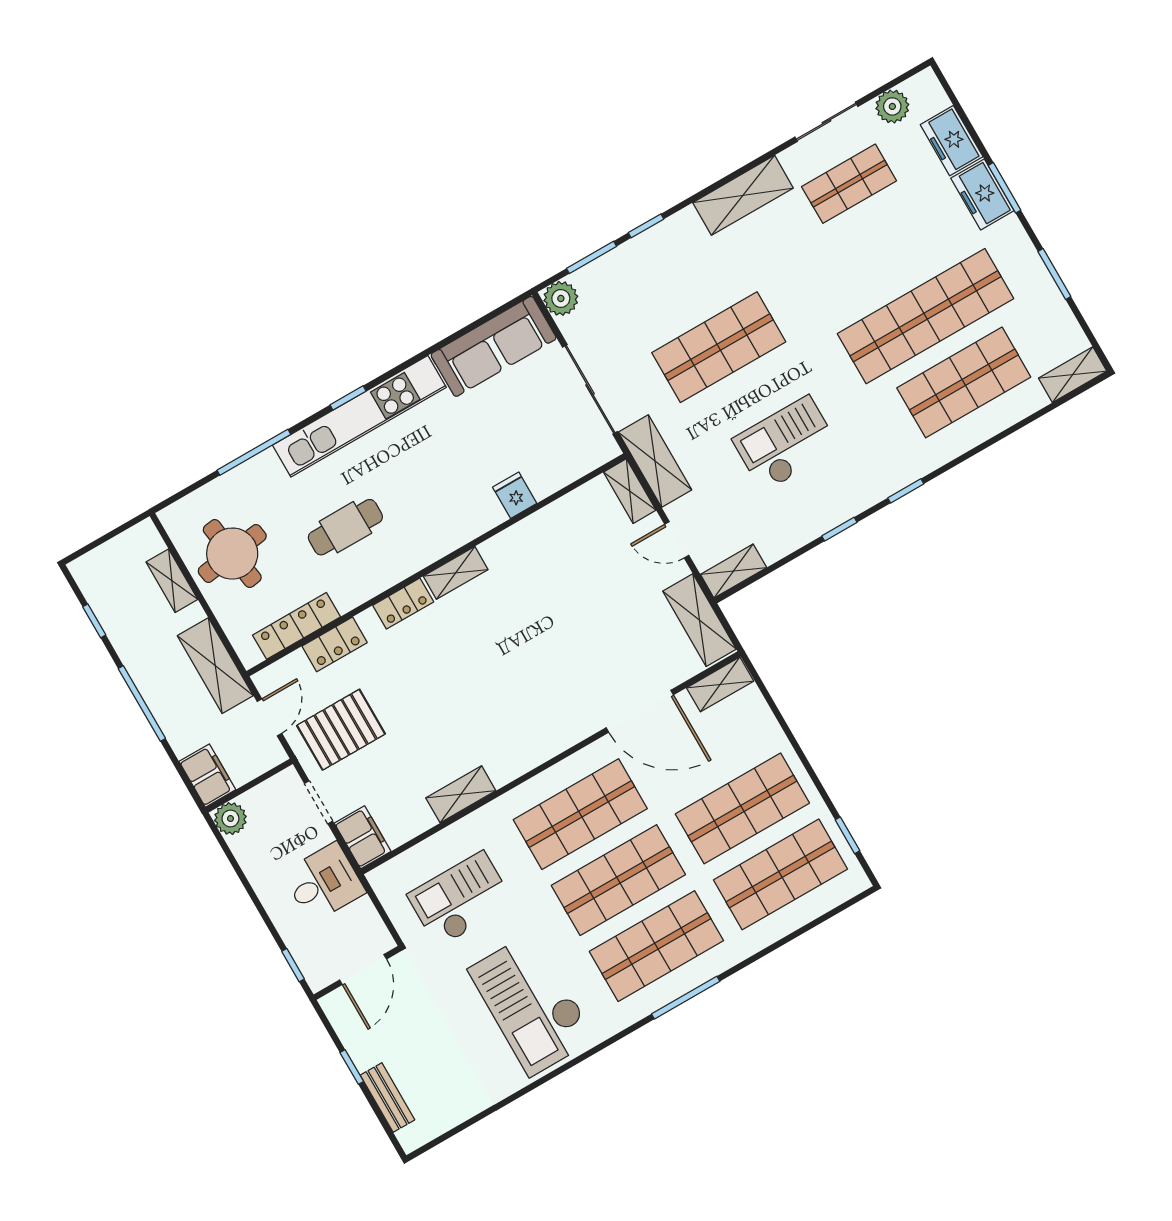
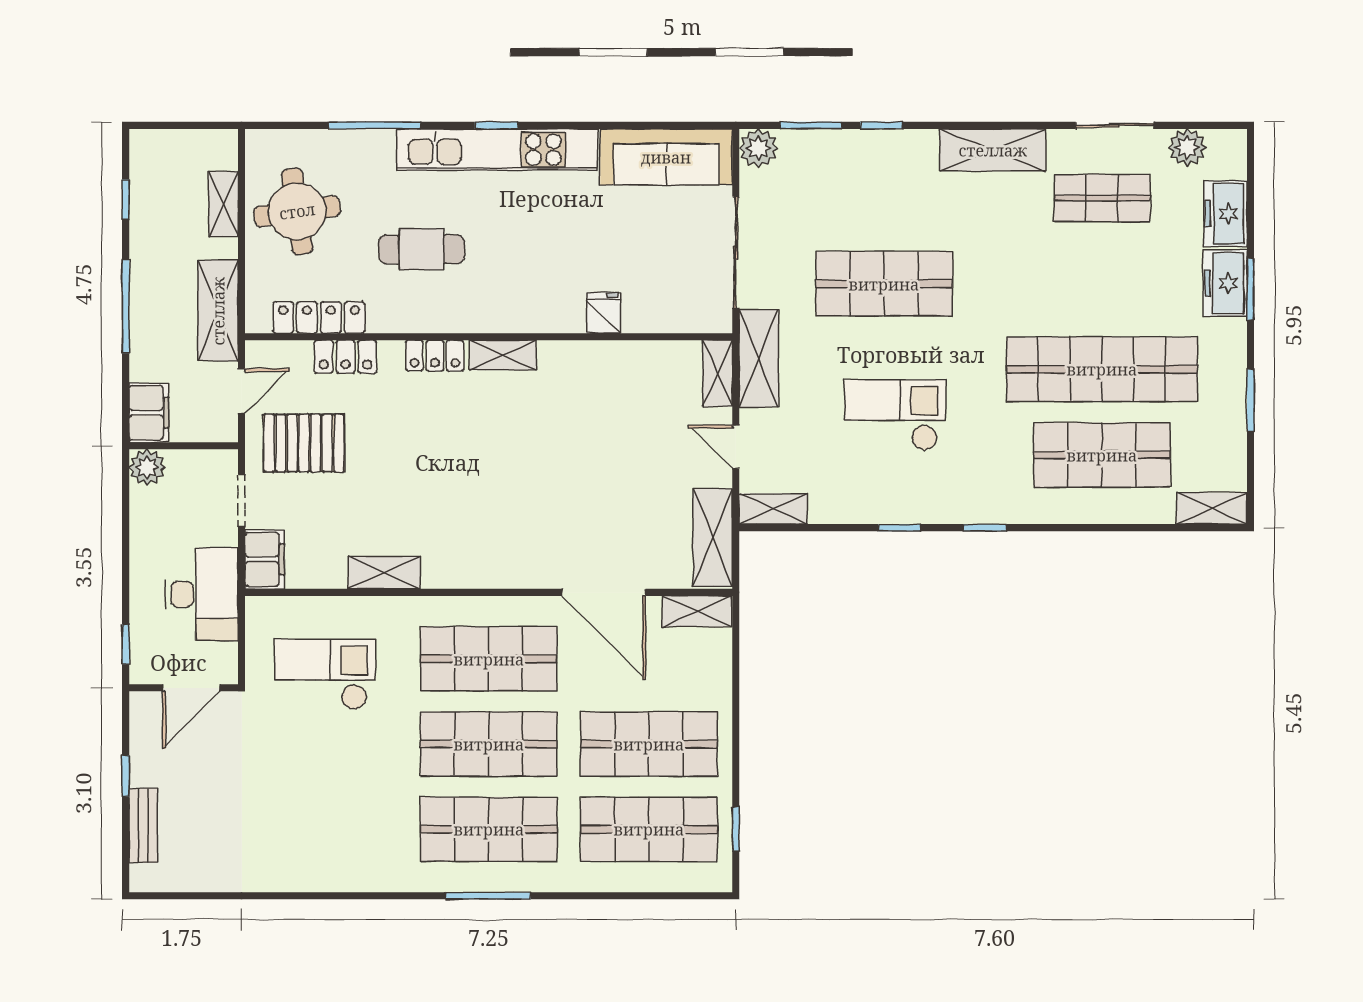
desk: (324, 883) -> (202, 594), width x1.37
checkout: (532, 1004) -> (335, 816), removed

